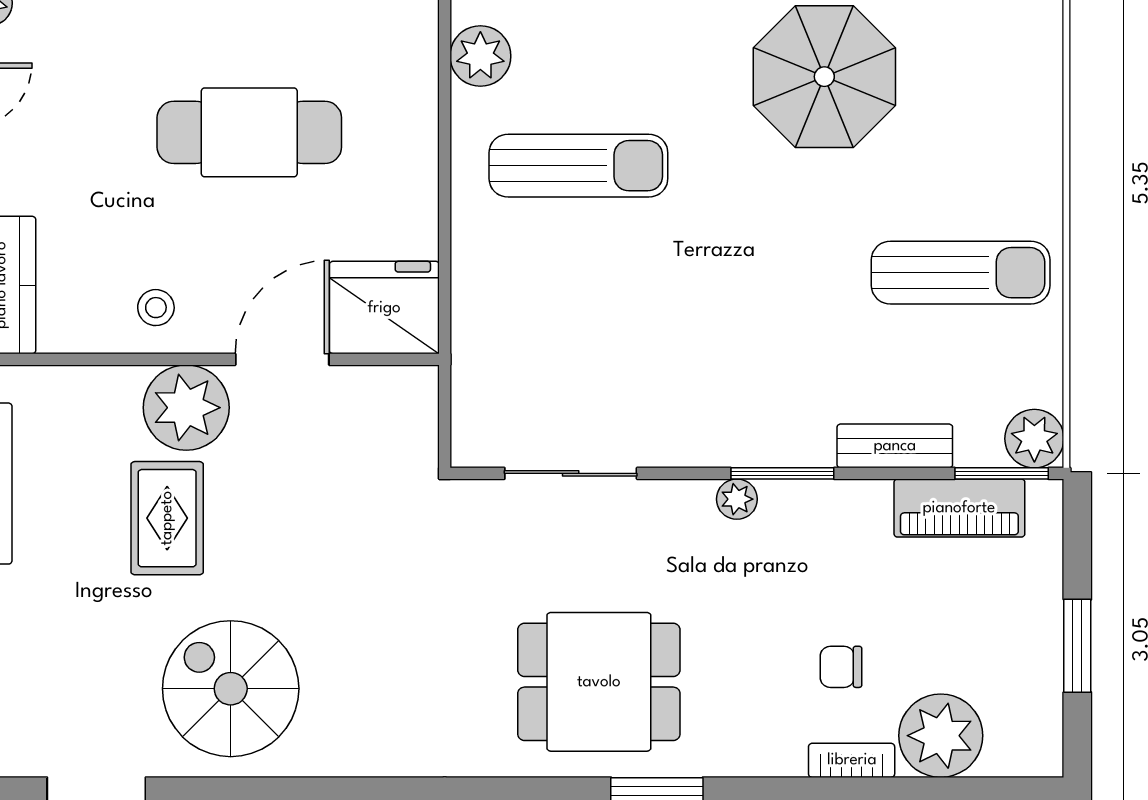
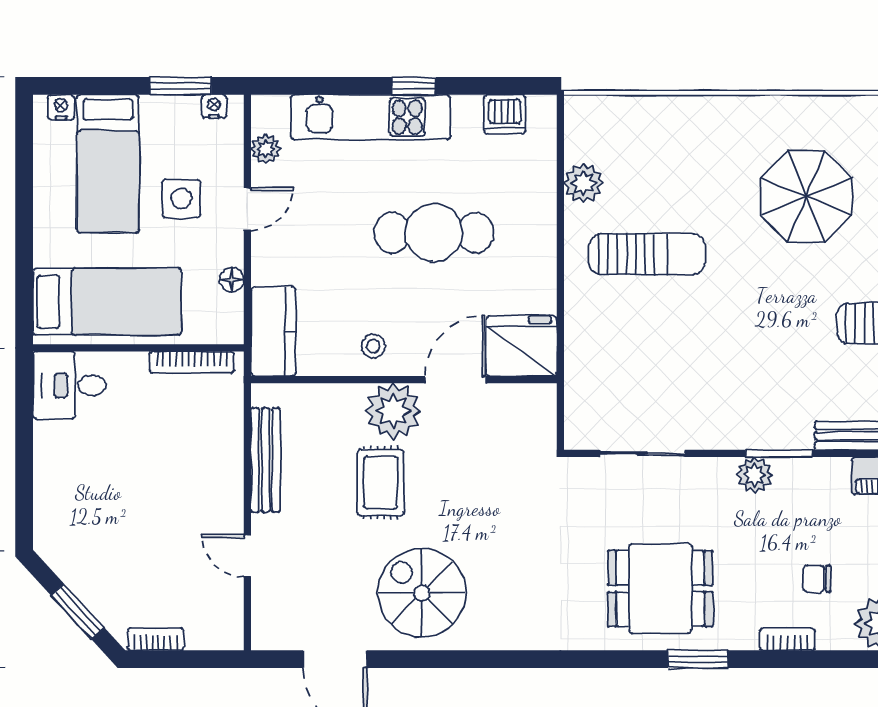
plant: (737, 499) -> (755, 475), width x1.38, depth x1.38
bookcase: (852, 760) -> (787, 639), moved

